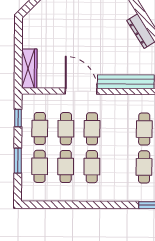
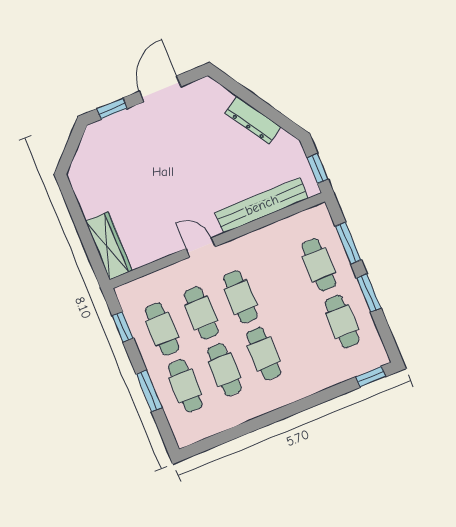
door: (81, 91) -> (201, 247), width x0.53

